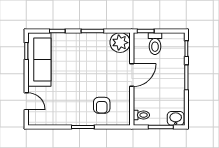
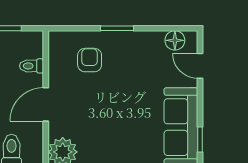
toilet: (141, 115) -> (31, 66), moved
floor lamp: (43, 119) -> (175, 40), added

